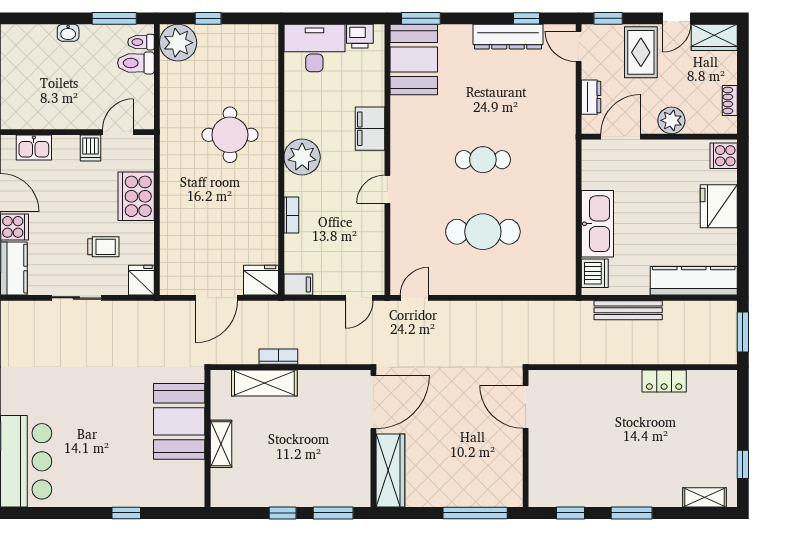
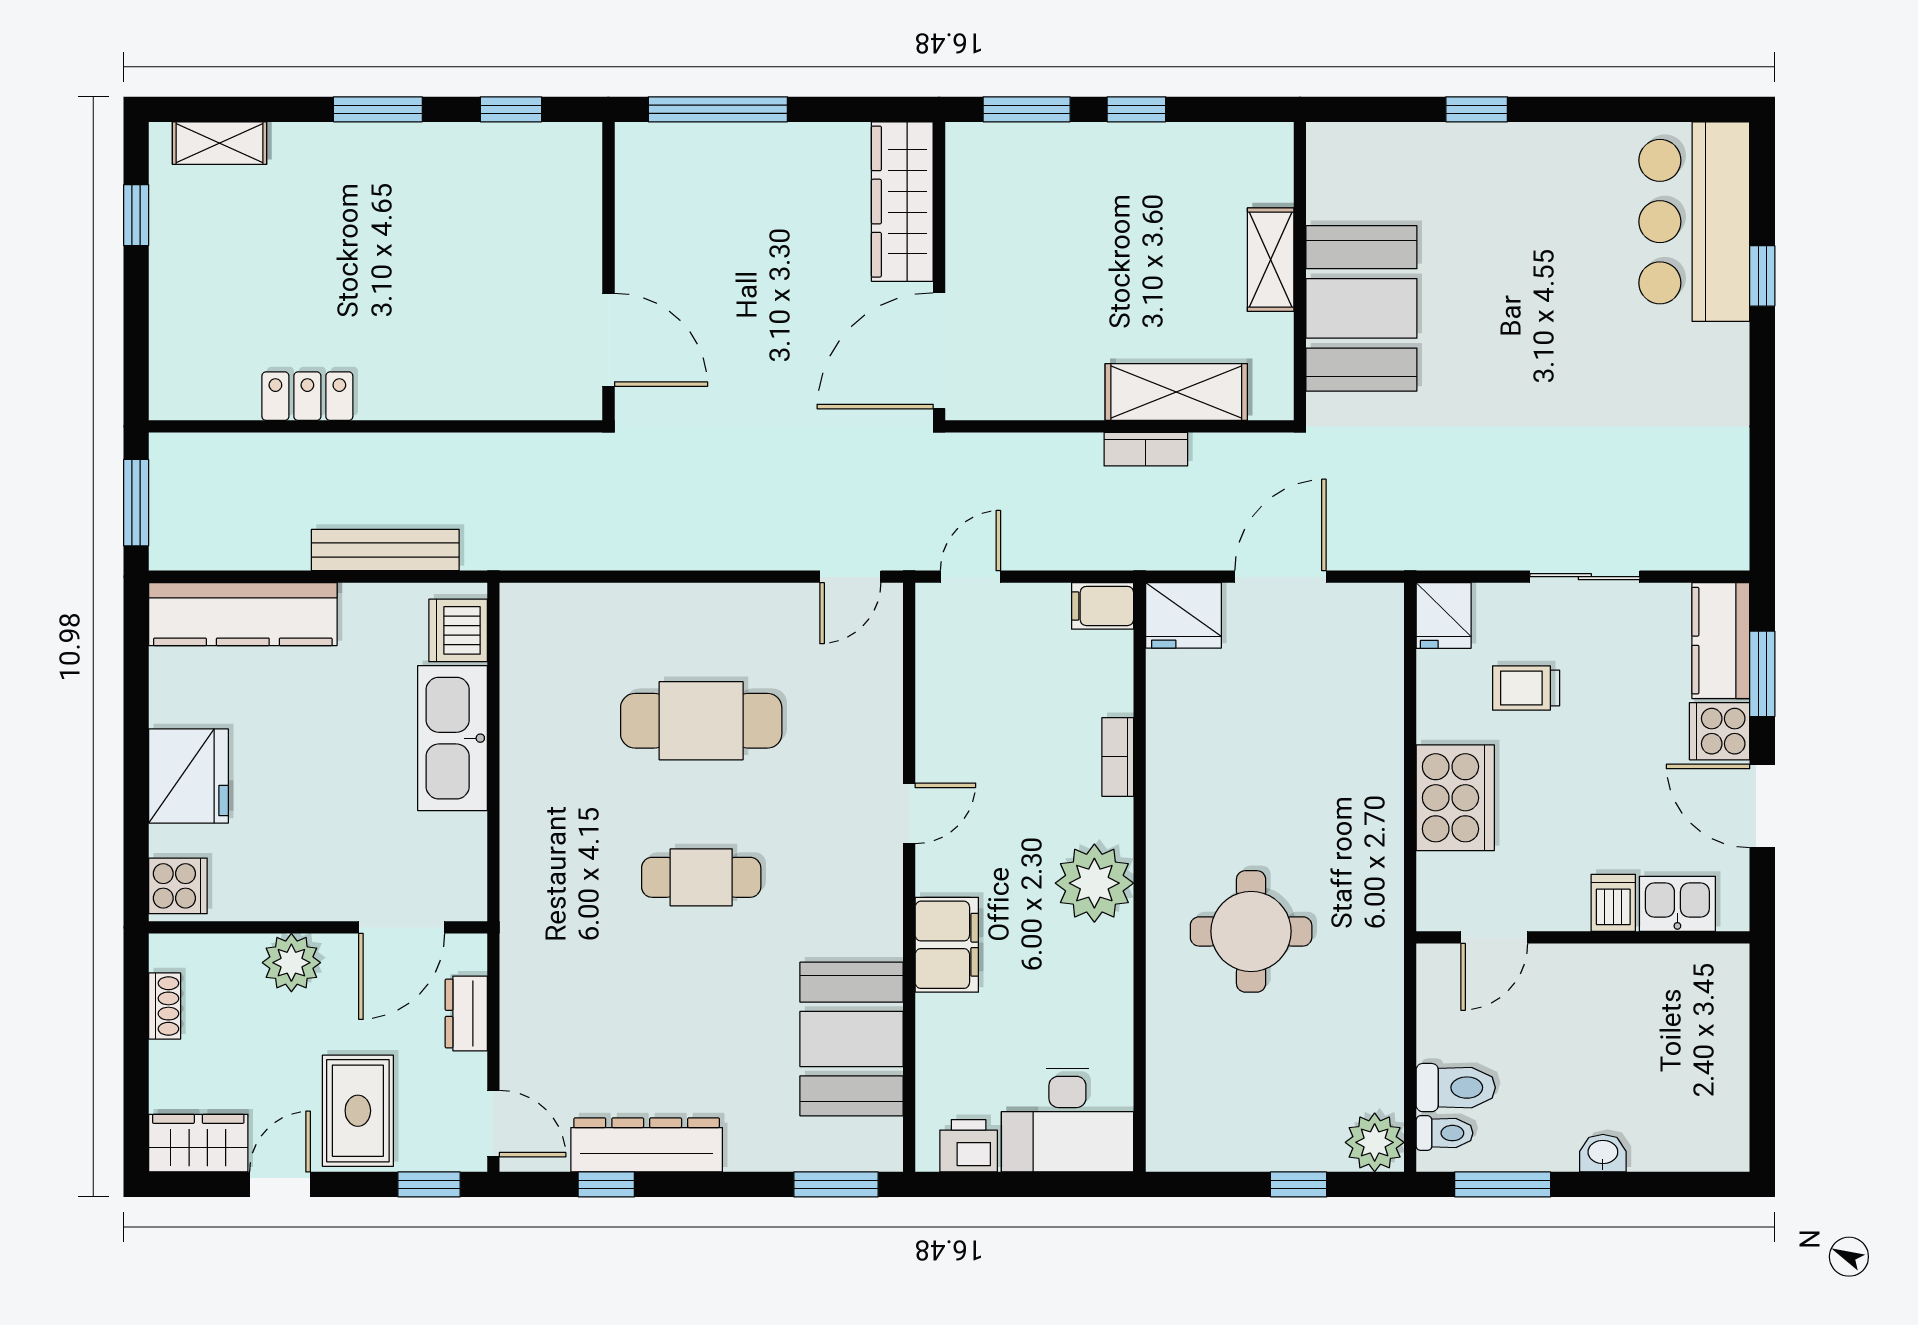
plant: (178, 43) -> (1375, 1142), width x0.73, depth x0.73
booth: (414, 60) -> (852, 1039), moved
dishwasher: (90, 148) -> (1613, 903), moved

